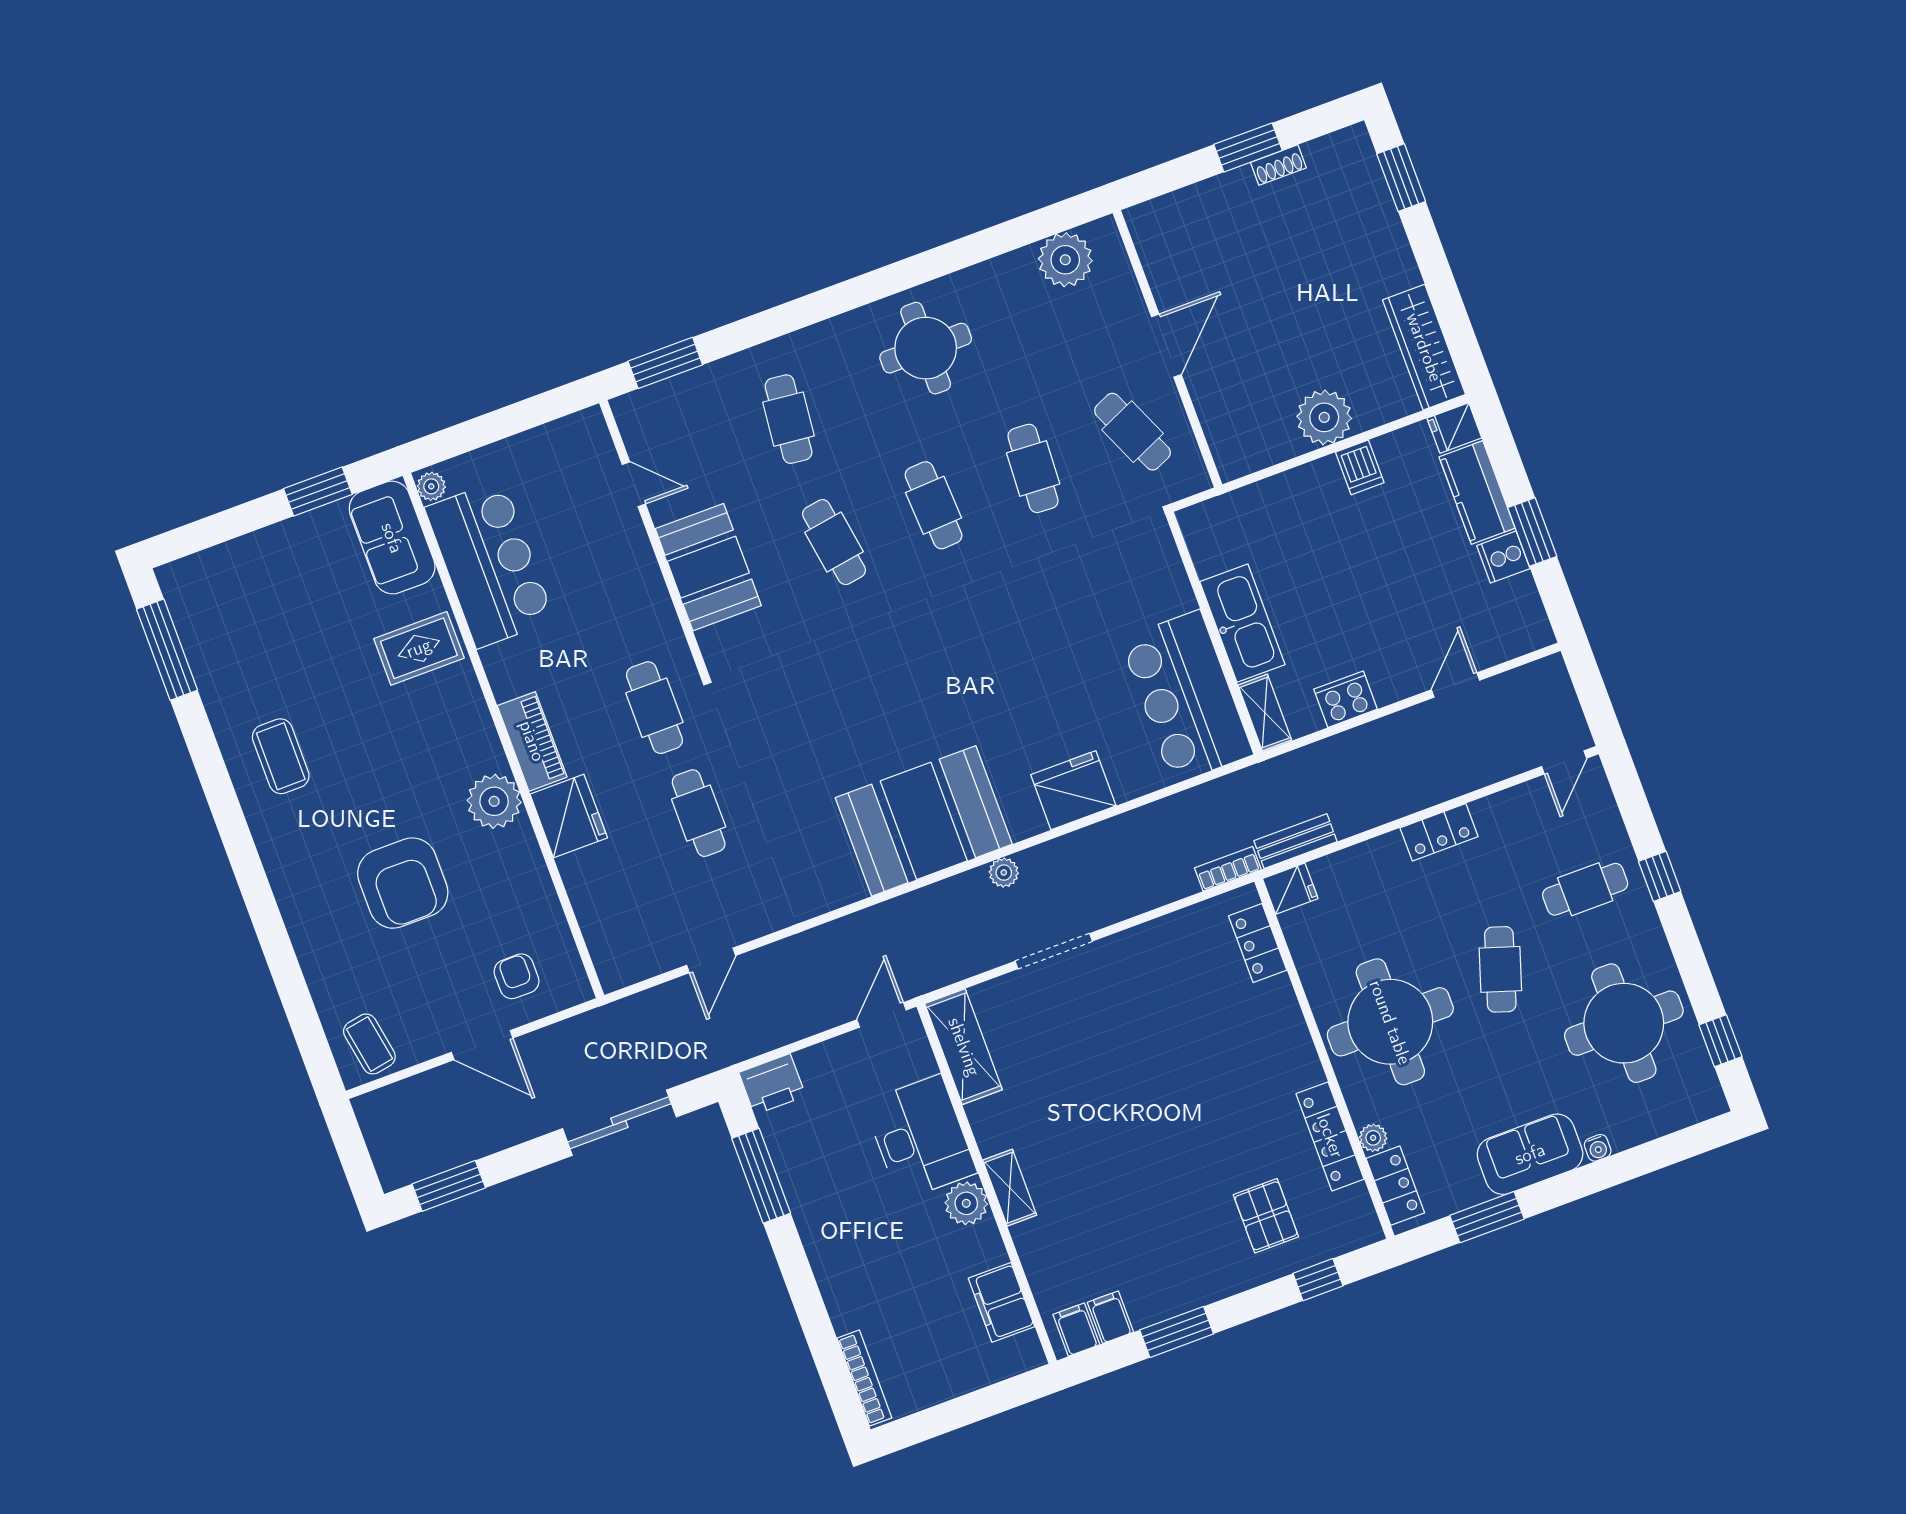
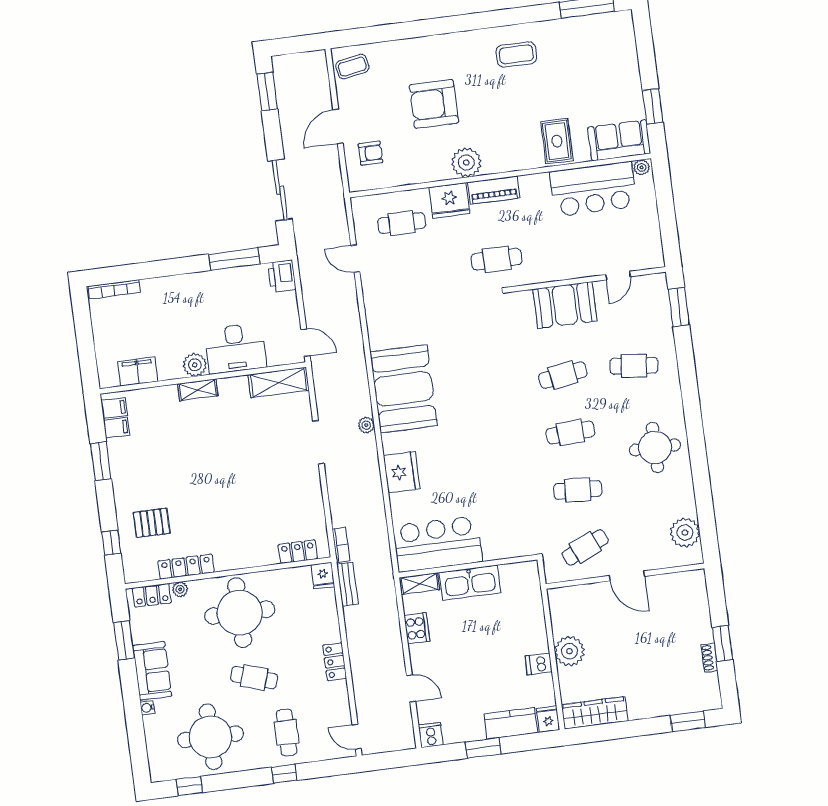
cooker: (1503, 557) -> (431, 735), moved
cafe table: (699, 813) -> (402, 223), moved

